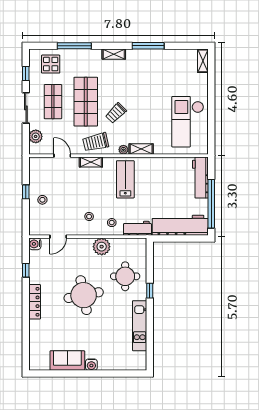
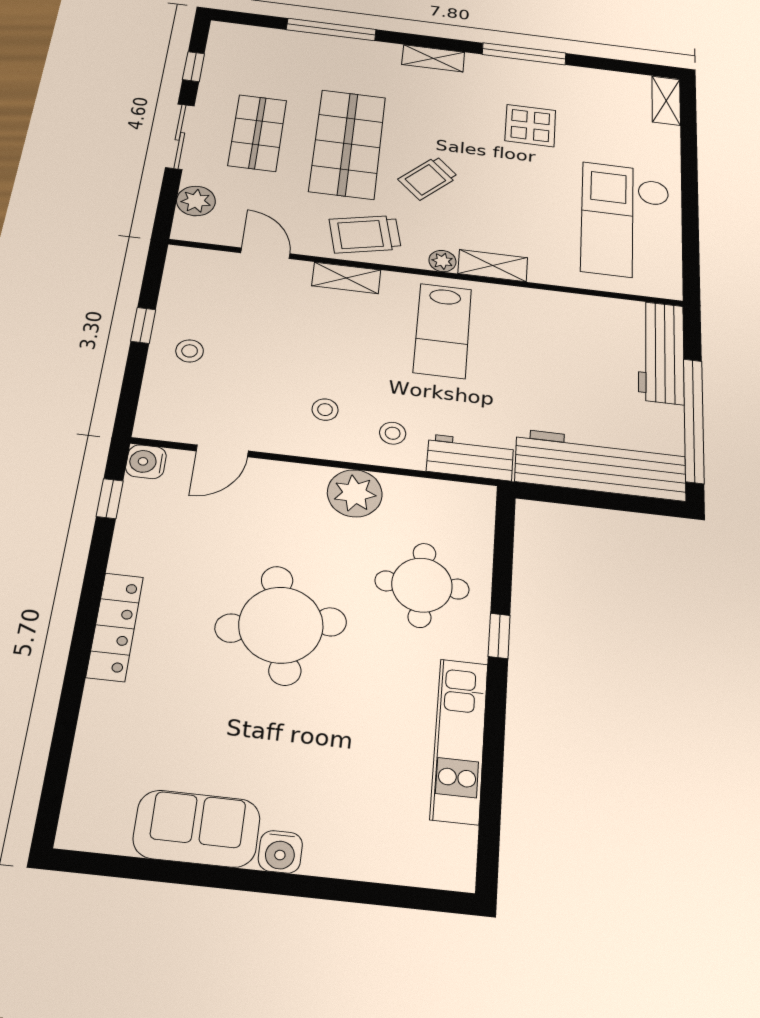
display table: (51, 64) -> (530, 126), moved
lab bench: (125, 179) -> (443, 331), turned 180
window: (26, 270) -> (110, 499), moved

